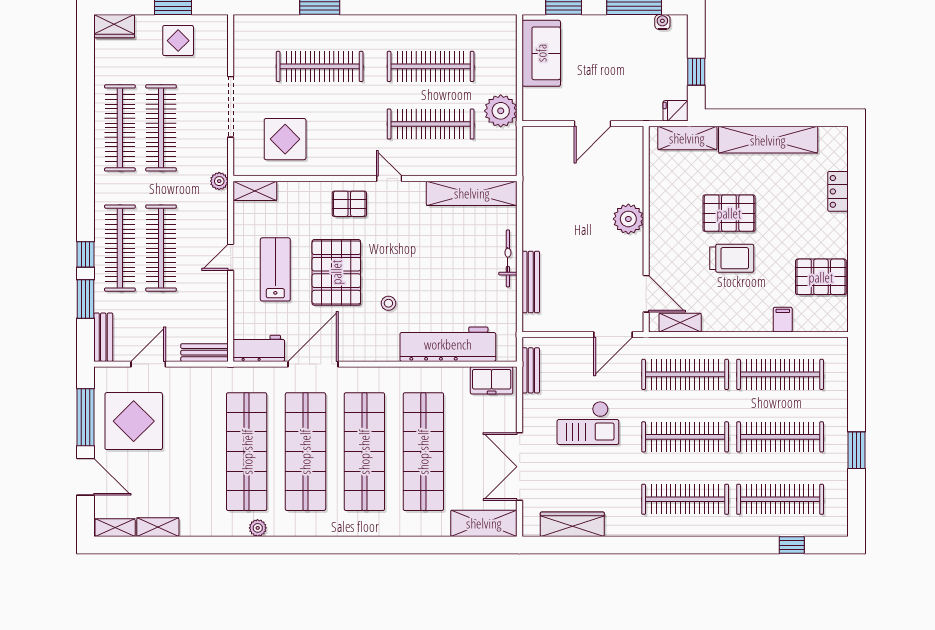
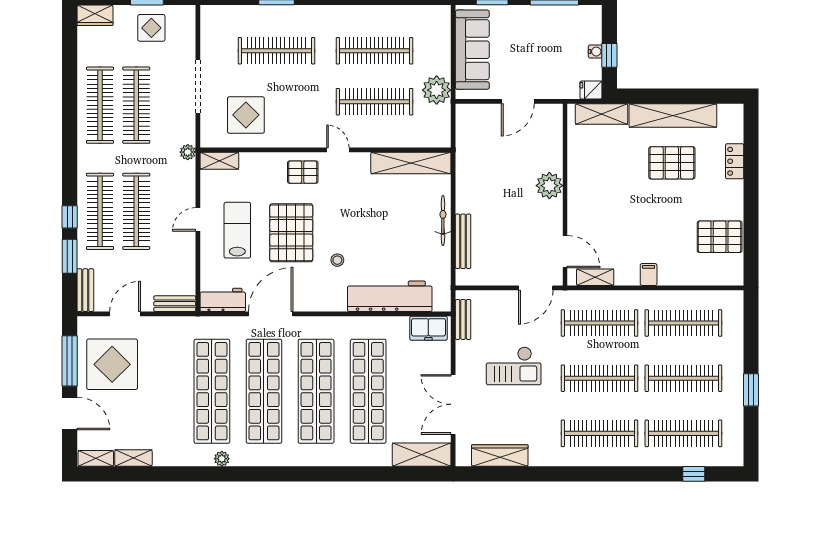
water cooler: (662, 22) -> (595, 52), moved, turned 90
sofa: (541, 53) -> (472, 50), width x1.36
pallet: (729, 213) -> (672, 163), moved
trolley: (732, 258) -> (641, 220), removed
filing cabinet: (783, 320) -> (649, 275), moved

